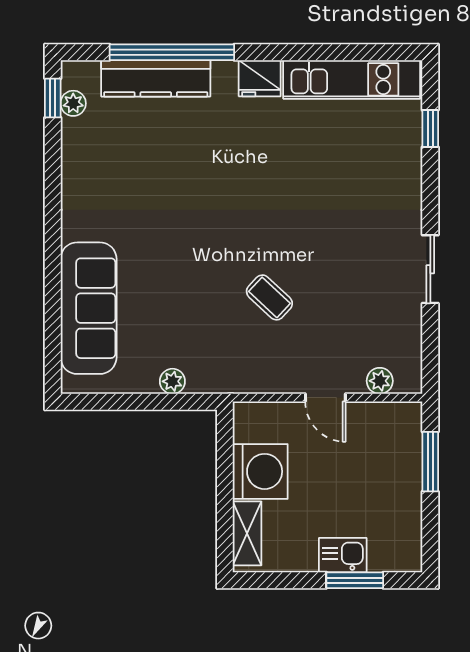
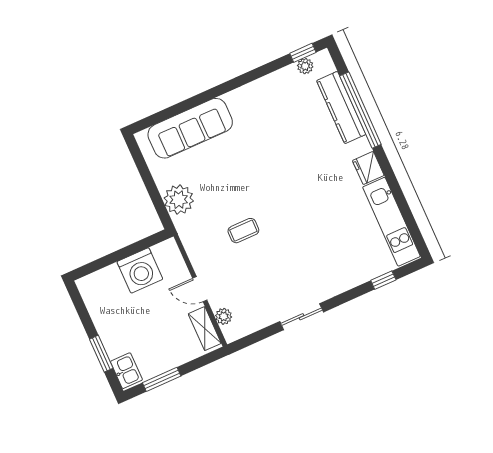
coffee table: (269, 297) -> (243, 231), turned 47
plant: (172, 381) -> (179, 200), width x1.87, depth x1.87
door: (325, 398) -> (200, 289), hinge flipped
window: (430, 462) -> (162, 379), moved
shelving: (247, 533) -> (205, 329), moved, turned 90
kitchen sink: (343, 555) -> (126, 371), moved

